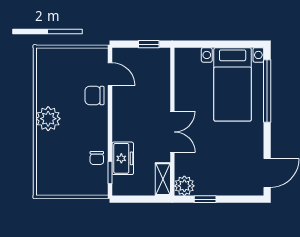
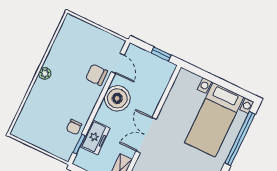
boiler: (126, 109) -> (117, 98), added
plant: (48, 119) -> (45, 74), width x0.53, depth x0.53
double door: (172, 132) -> (146, 135), swing flipped

